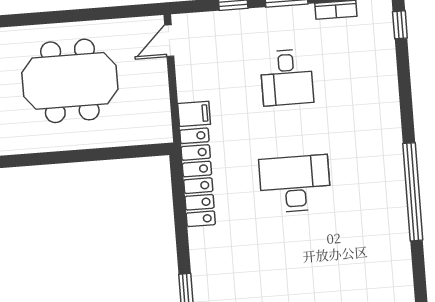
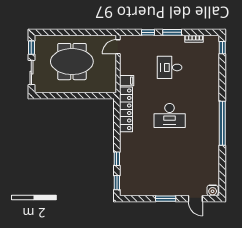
desk: (287, 77) -> (170, 67), turned 90
desk: (295, 184) -> (170, 115), turned 180

